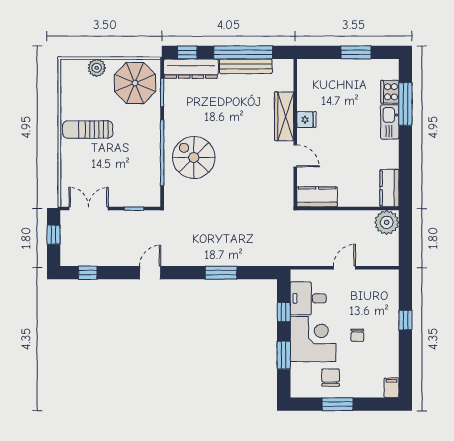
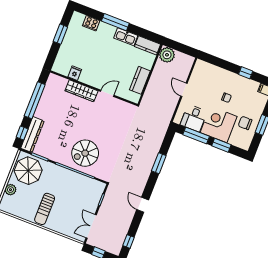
bench: (246, 66) -> (44, 102), removed
window: (405, 104) -> (115, 22), moved
fridge: (306, 120) -> (75, 73), moved
kitchen sink: (390, 122) -> (126, 37), moved
kitchen counter: (317, 197) -> (140, 80), moved
window: (284, 312) -> (196, 136), width x2.17
window: (405, 320) -> (246, 73), moved

